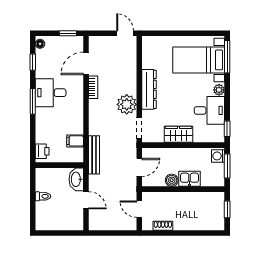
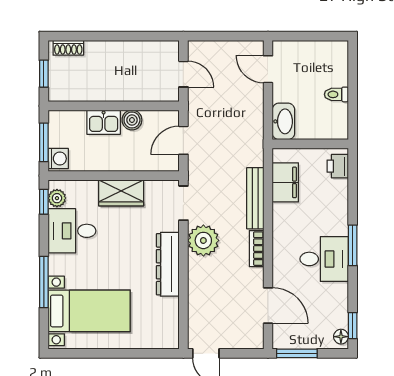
window: (68, 33) -> (297, 353), width x1.50
window: (227, 57) -> (44, 282), moved
window: (33, 62) -> (353, 326), moved
door: (86, 63) -> (268, 306), hinge flipped
bookcase: (93, 87) -> (257, 249), moved
plant: (219, 90) -> (57, 198), moved
filing cabinet: (75, 141) -> (285, 182), width x2.00
bench: (94, 155) -> (255, 198), moved
door: (86, 200) -> (268, 69), moved
shoe rack: (163, 226) -> (68, 48), moved

